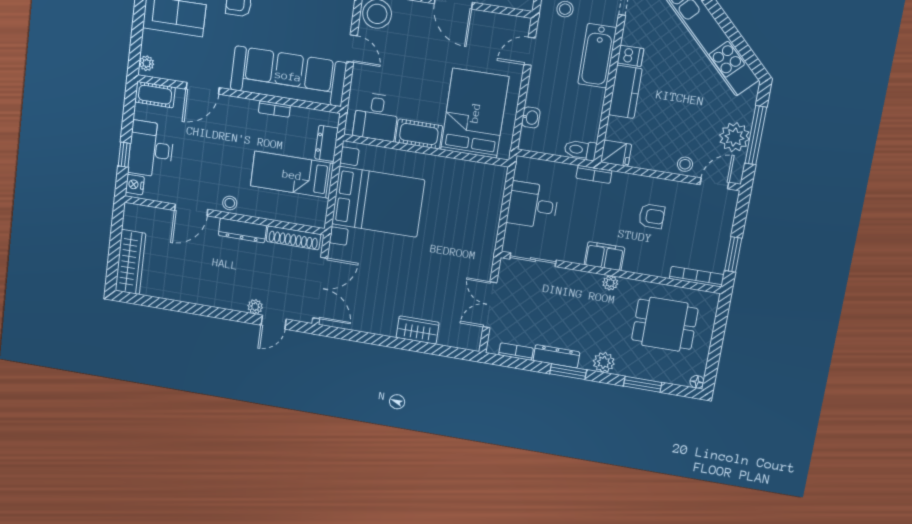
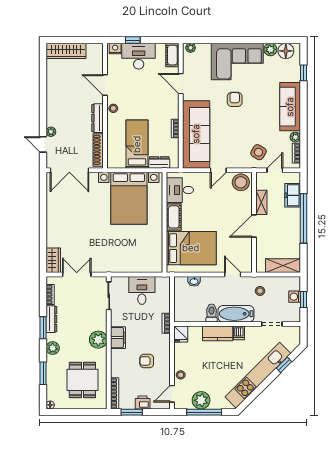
toilet: (580, 150) -> (212, 313), moved
door: (714, 183) -> (172, 394), swing flipped
armchair: (652, 216) -> (147, 361), turned 90
printer: (720, 234) -> (143, 402), added
plant: (610, 283) -> (98, 340), width x1.88, depth x1.88
wardrobe: (418, 330) -> (53, 260), moved

